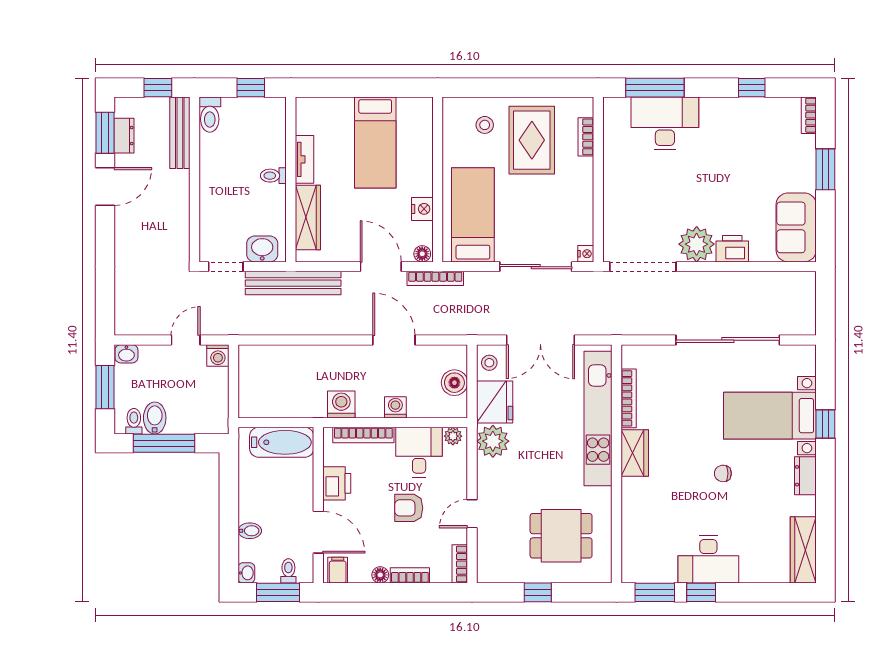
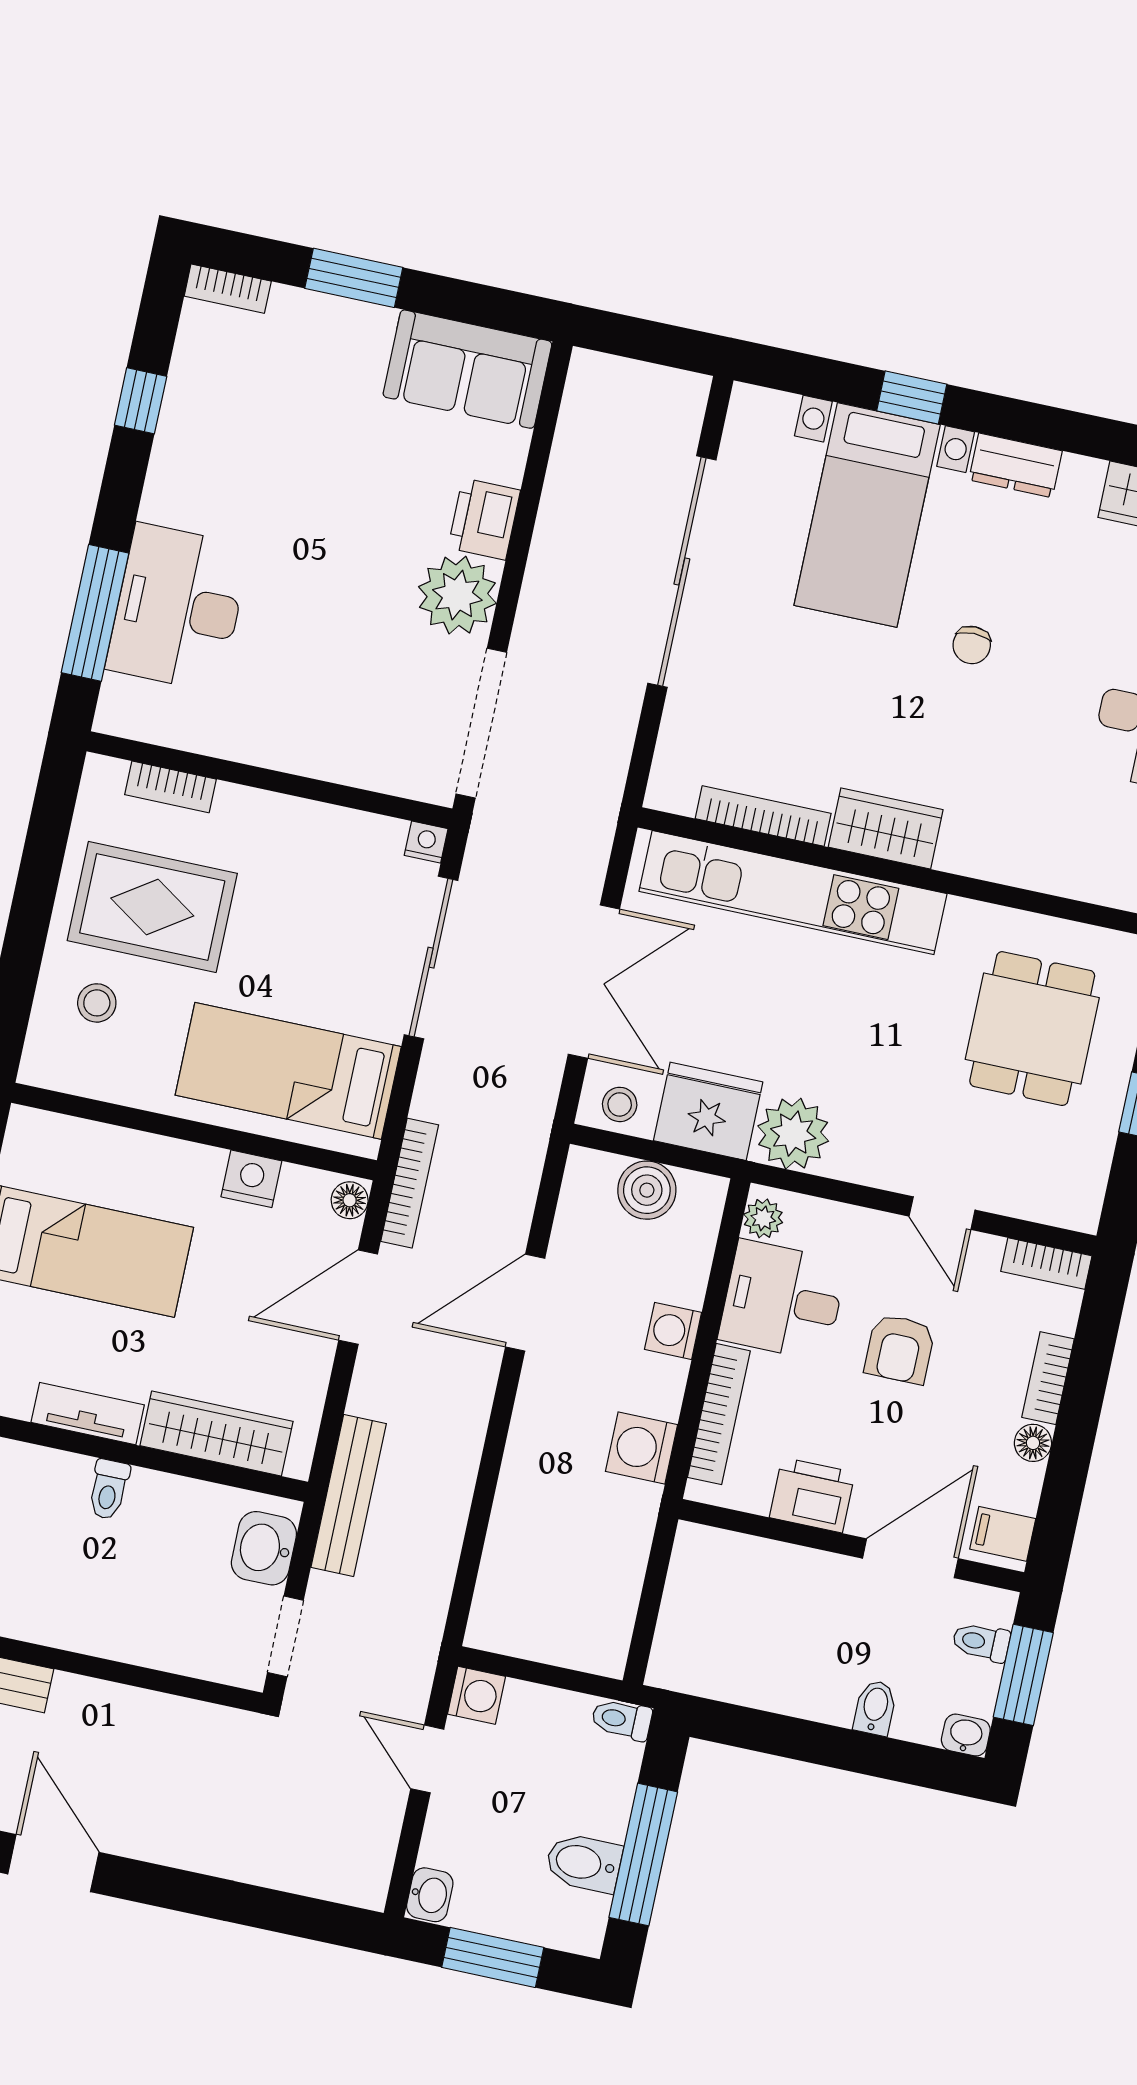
bench: (293, 283) -> (349, 1495), width x0.73, depth x0.82
toilet: (134, 421) -> (622, 1719), moved
bathtub: (282, 442) -> (696, 1596), removed

